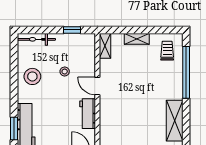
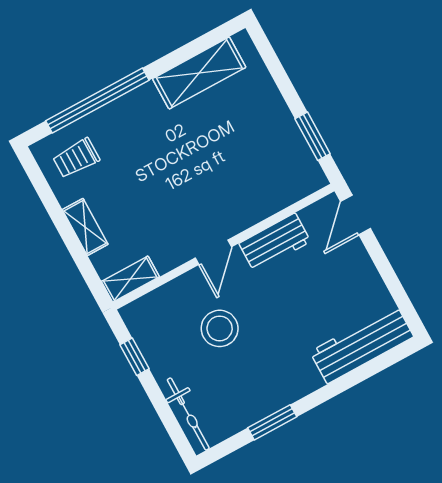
stool: (65, 72) -> (220, 328), width x1.89, depth x1.89
stool: (32, 76) -> (262, 384), removed
window: (14, 129) -> (272, 422), moved

